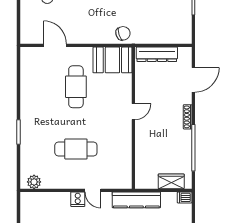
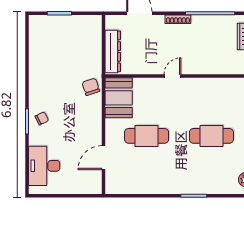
door: (133, 112) -> (172, 76), hinge flipped
cafe table: (76, 149) -> (211, 136), turned 90

